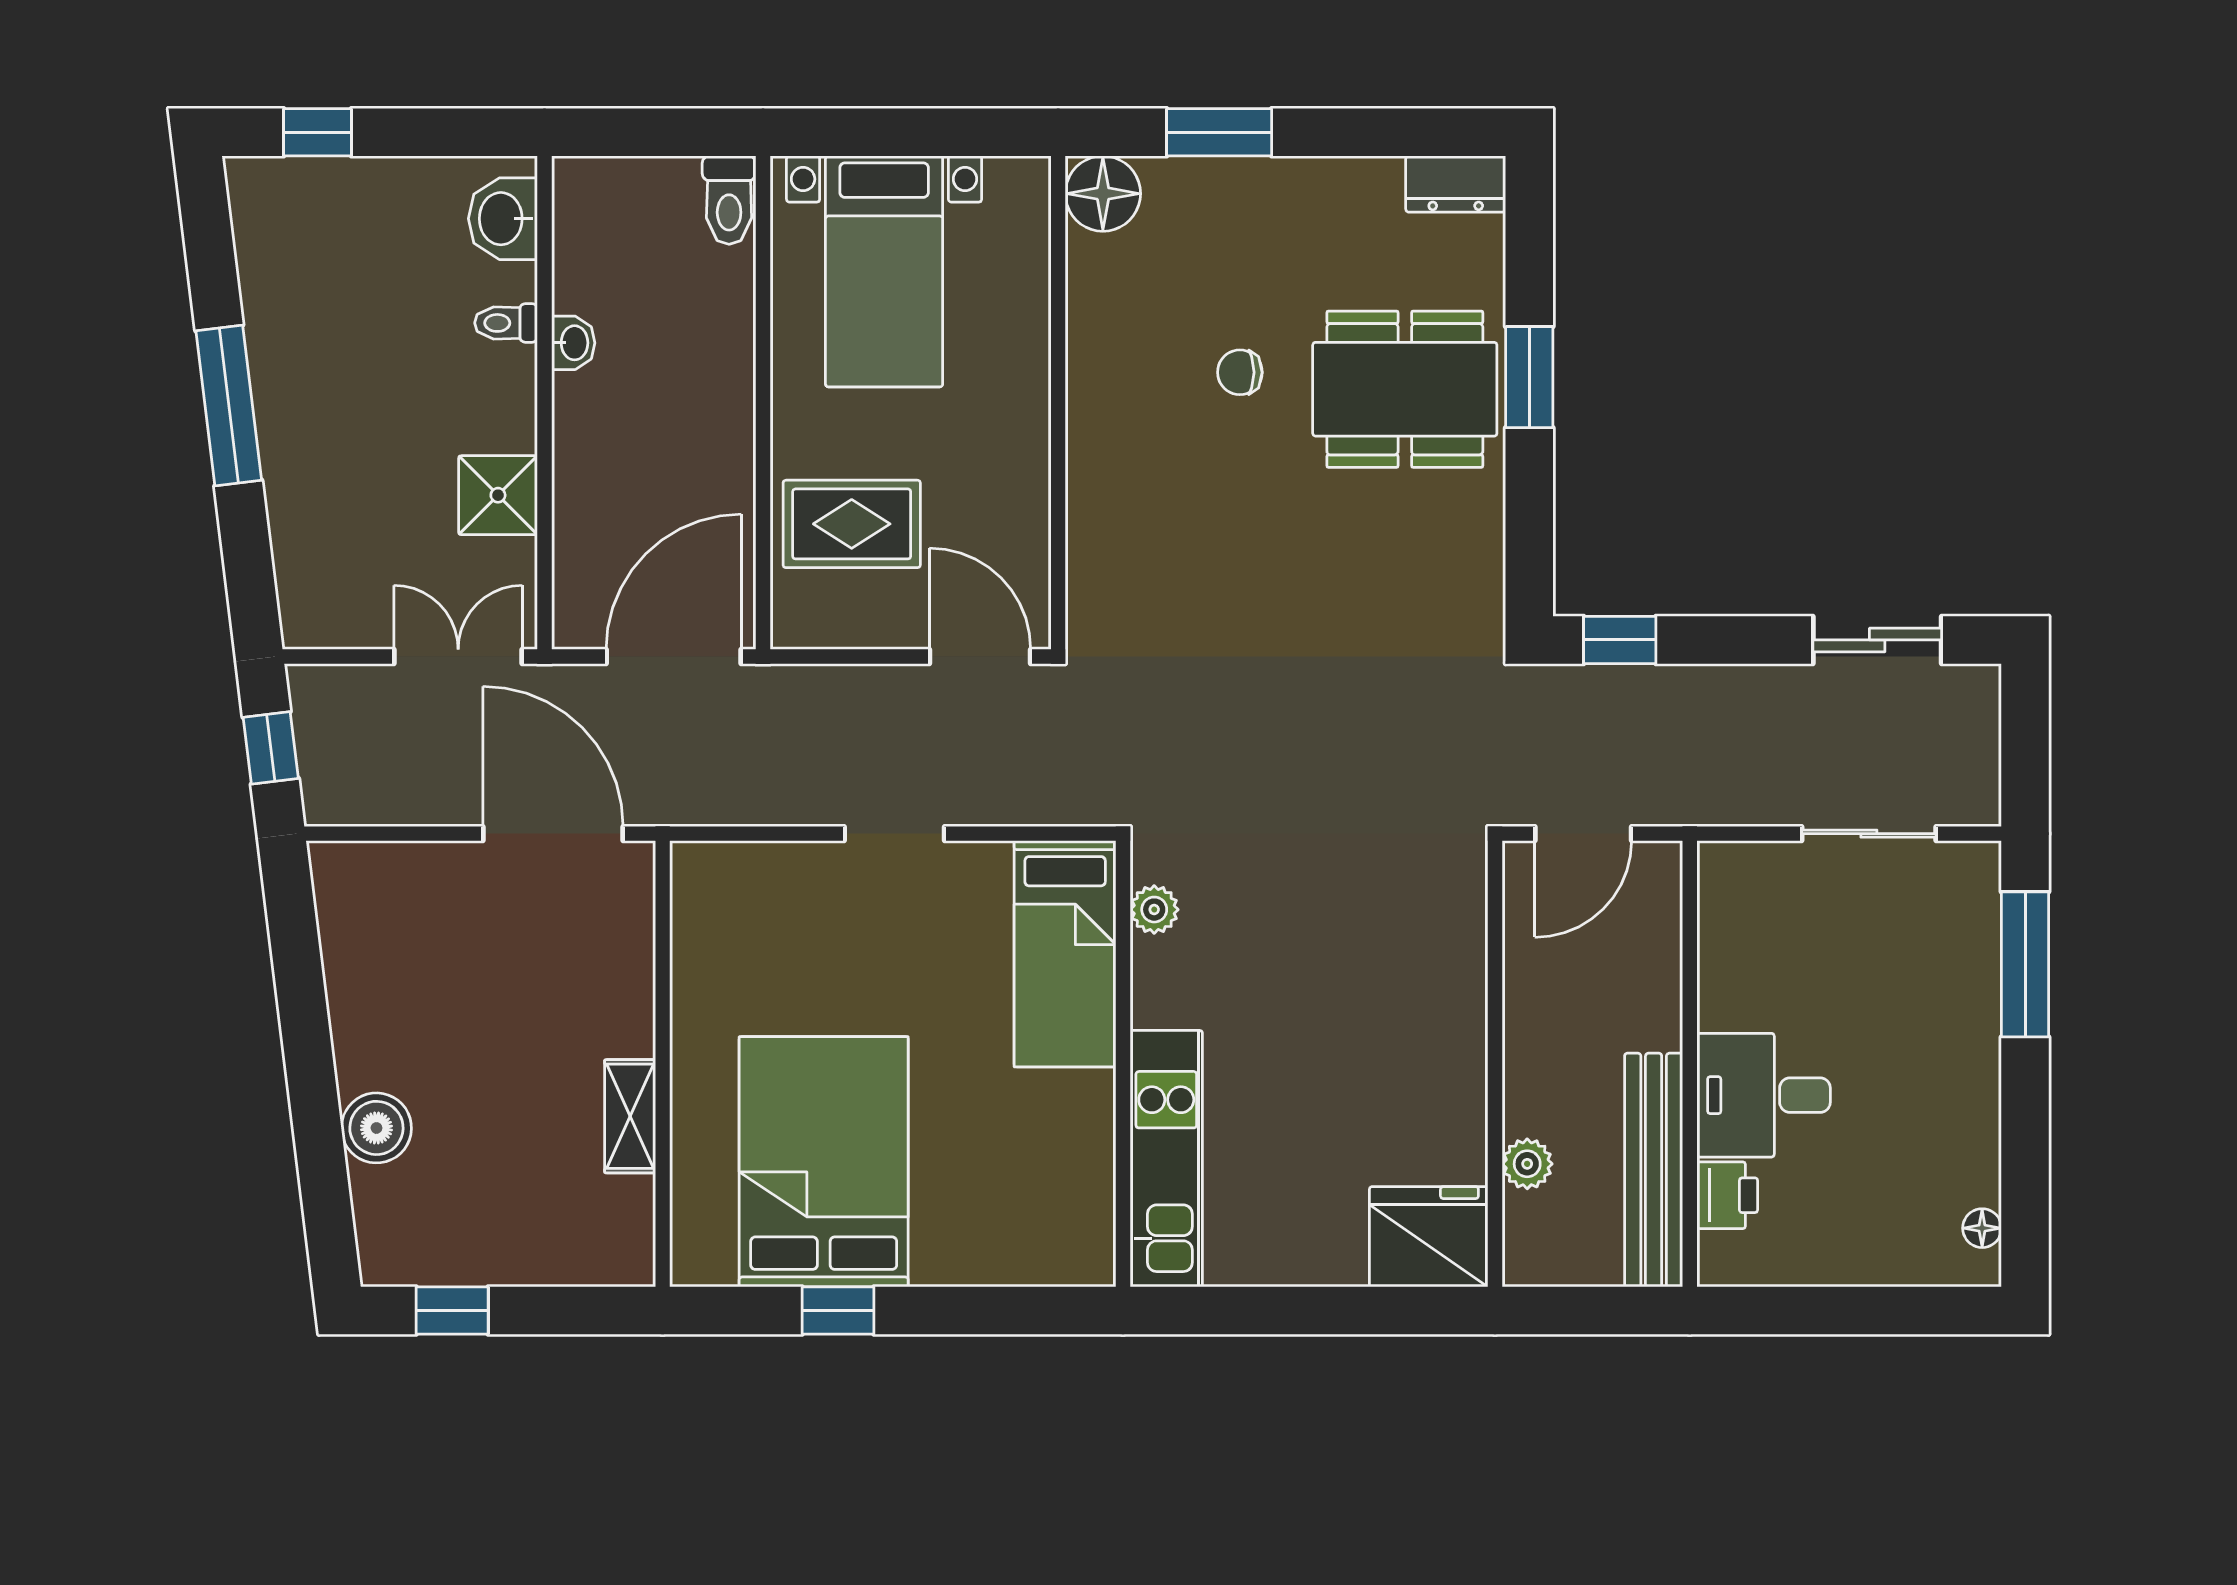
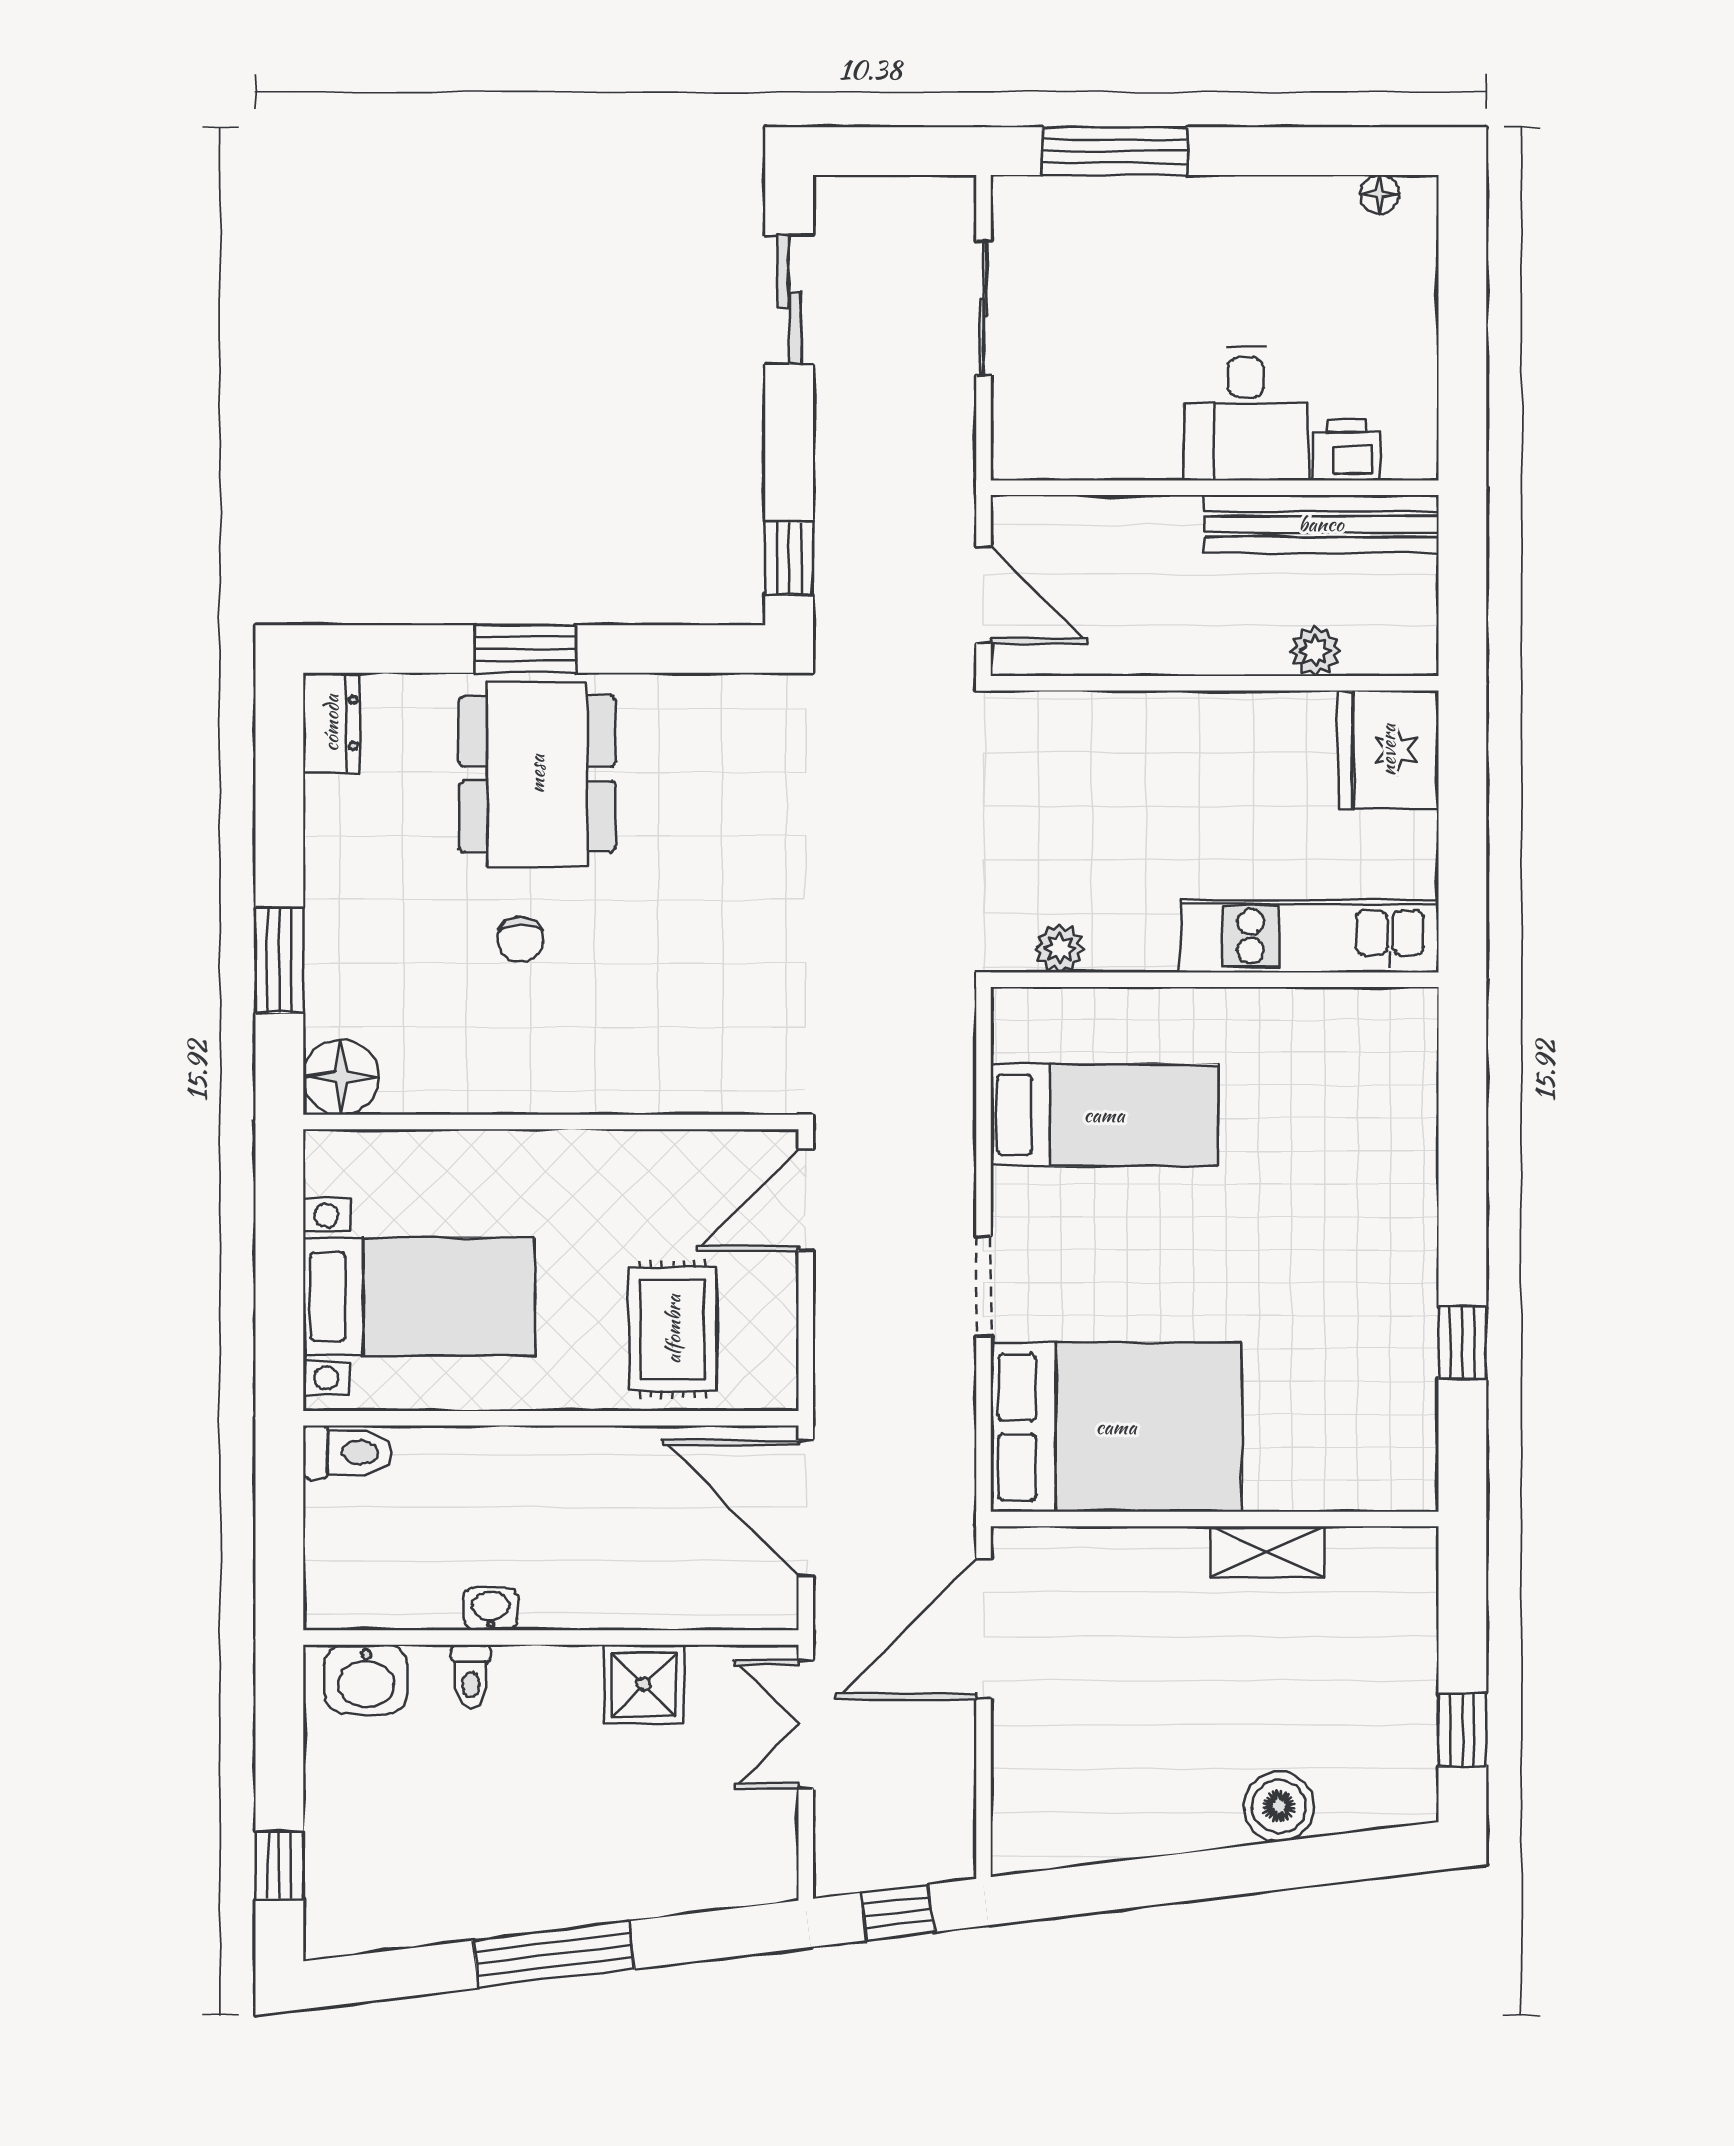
plant: (1154, 910) -> (1060, 948), moved
wall: (1123, 1064) -> (1215, 980), moved
kitchen unit: (1166, 1159) -> (1310, 936), moved
bed: (824, 1162) -> (1116, 1427), moved, turned 180

